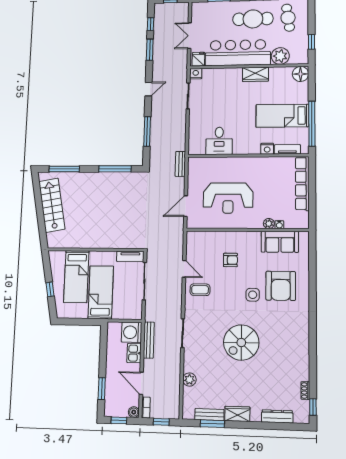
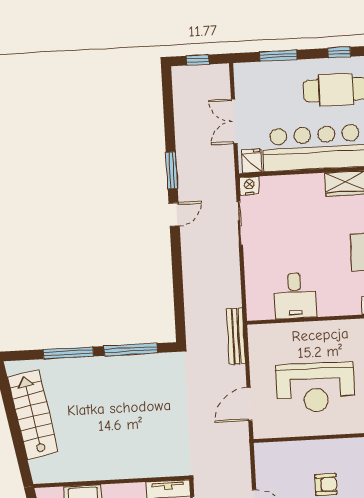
window: (151, 24) -> (168, 103), removed
window: (150, 50) -> (172, 170), moved
window: (147, 131) -> (178, 285), removed
bench: (180, 164) -> (236, 336), width x1.36
window: (64, 169) -> (68, 353), moved

